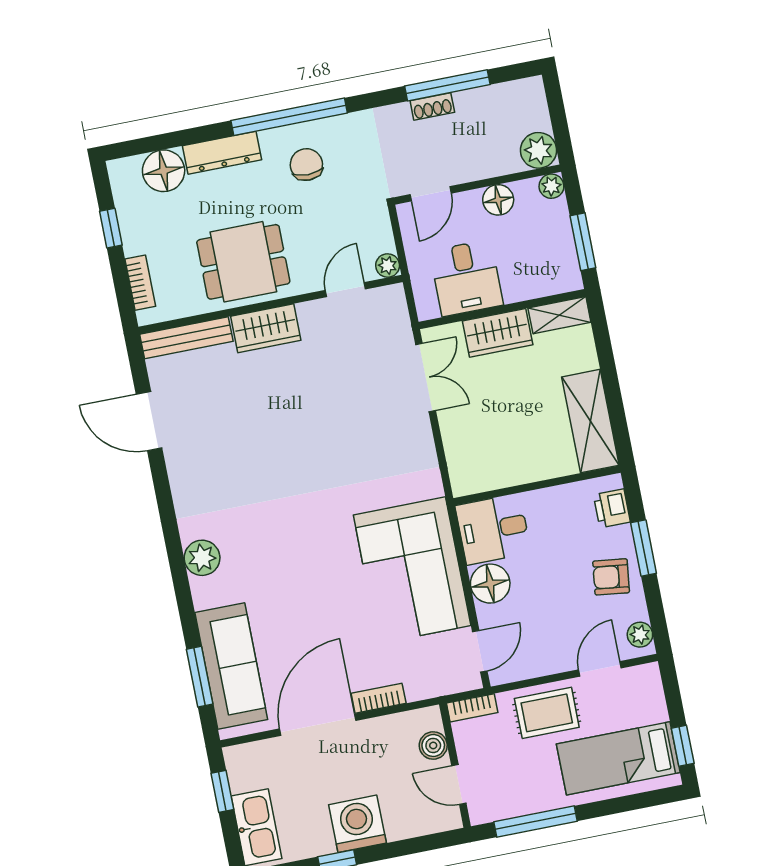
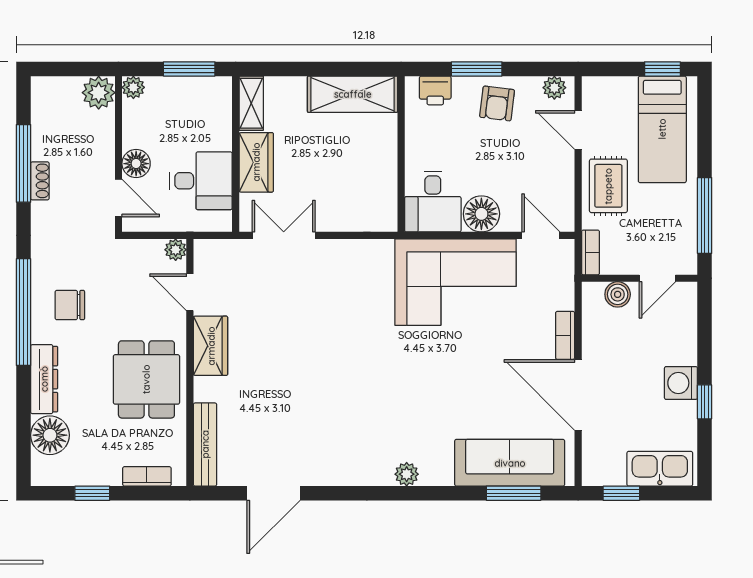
floor lamp: (498, 200) -> (136, 164), moved
wardrobe: (266, 328) -> (211, 346), moved
plant: (202, 558) -> (407, 474), width x0.73, depth x0.73
washing machine: (357, 824) -> (681, 383), width x0.73, depth x0.73

